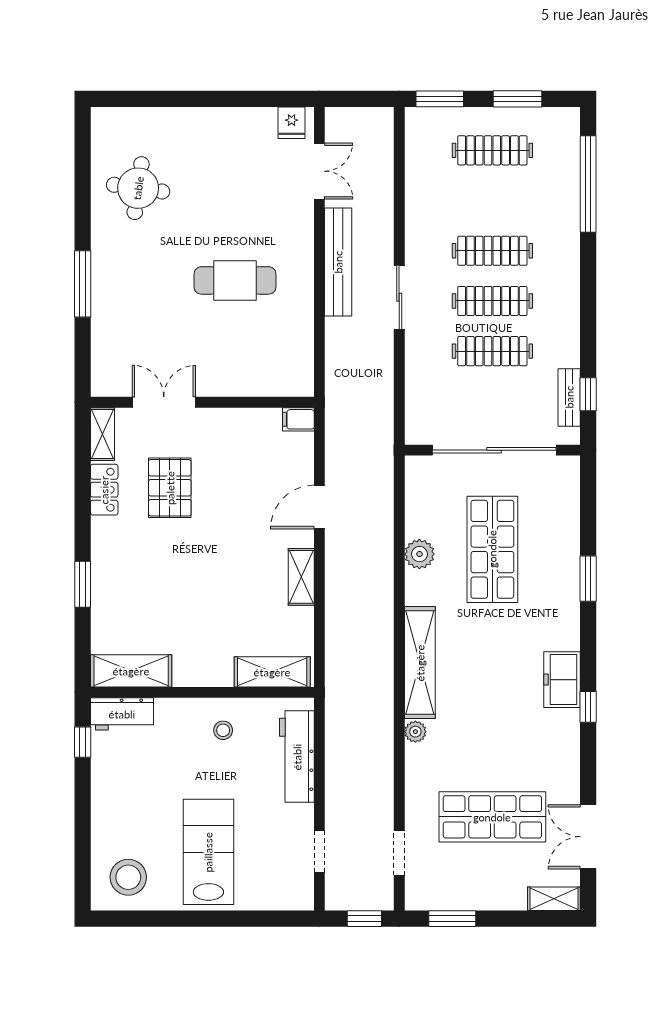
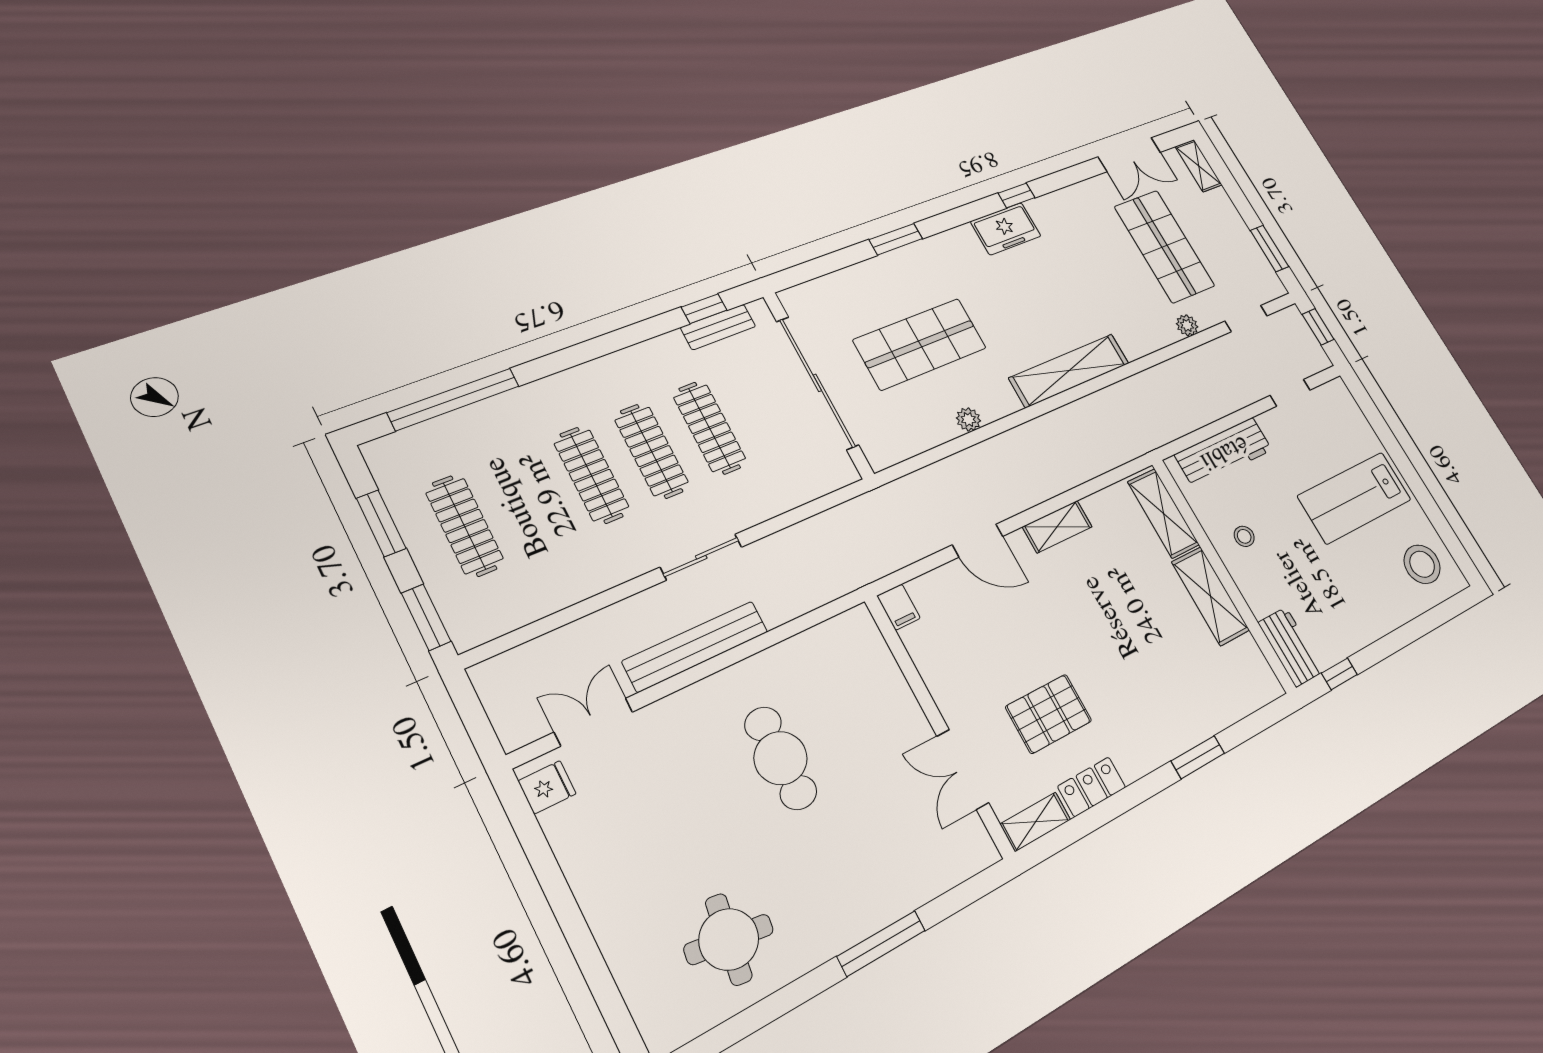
plant: (419, 554) -> (968, 419), width x0.73, depth x0.73
shelving: (131, 671) -> (1210, 596), moved
plant: (415, 732) -> (1187, 325), moved

